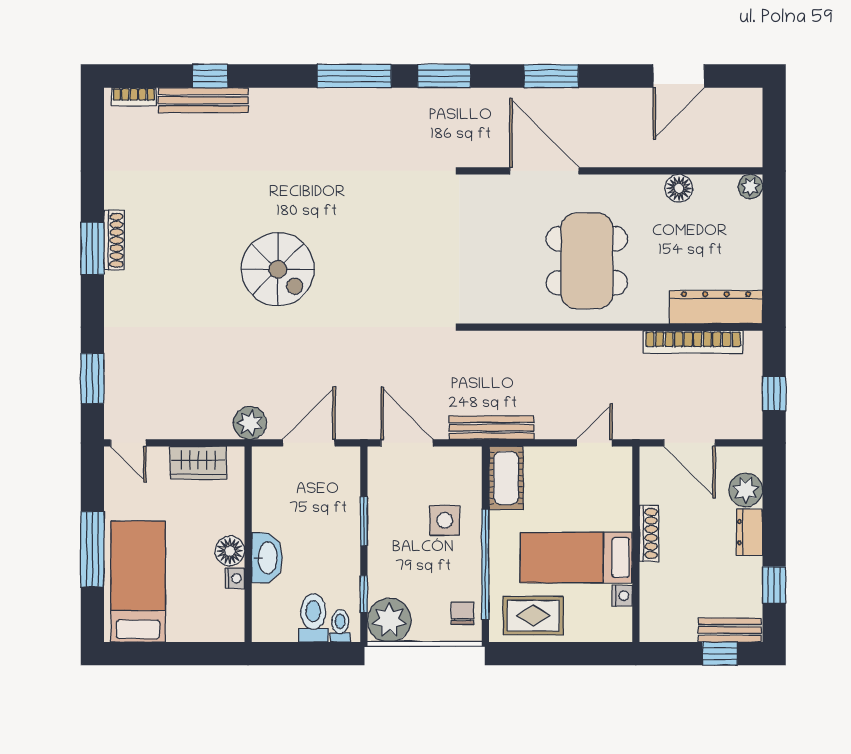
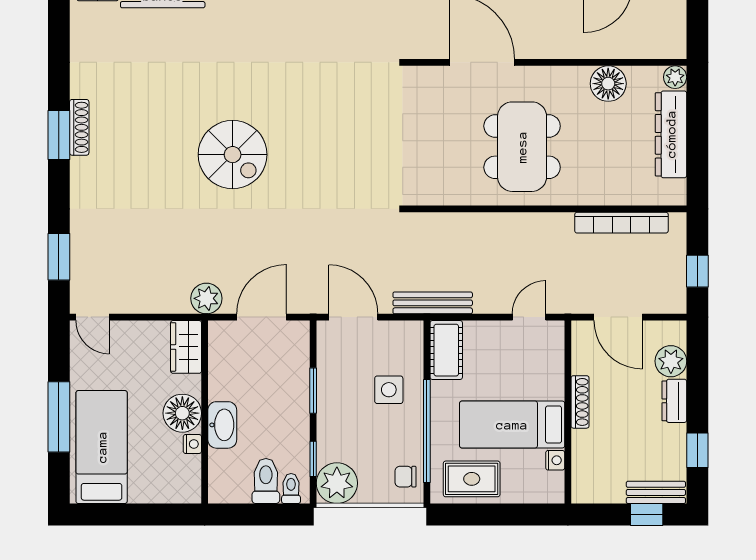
floor lamp: (679, 188) -> (608, 84), width x1.38, depth x1.38
dresser: (716, 307) -> (671, 134), moved, turned -90
wardrobe: (198, 463) -> (186, 347), moved, turned 90
floor lamp: (230, 551) -> (182, 413), width x1.38, depth x1.38
chair: (462, 613) -> (405, 477), turned -90

